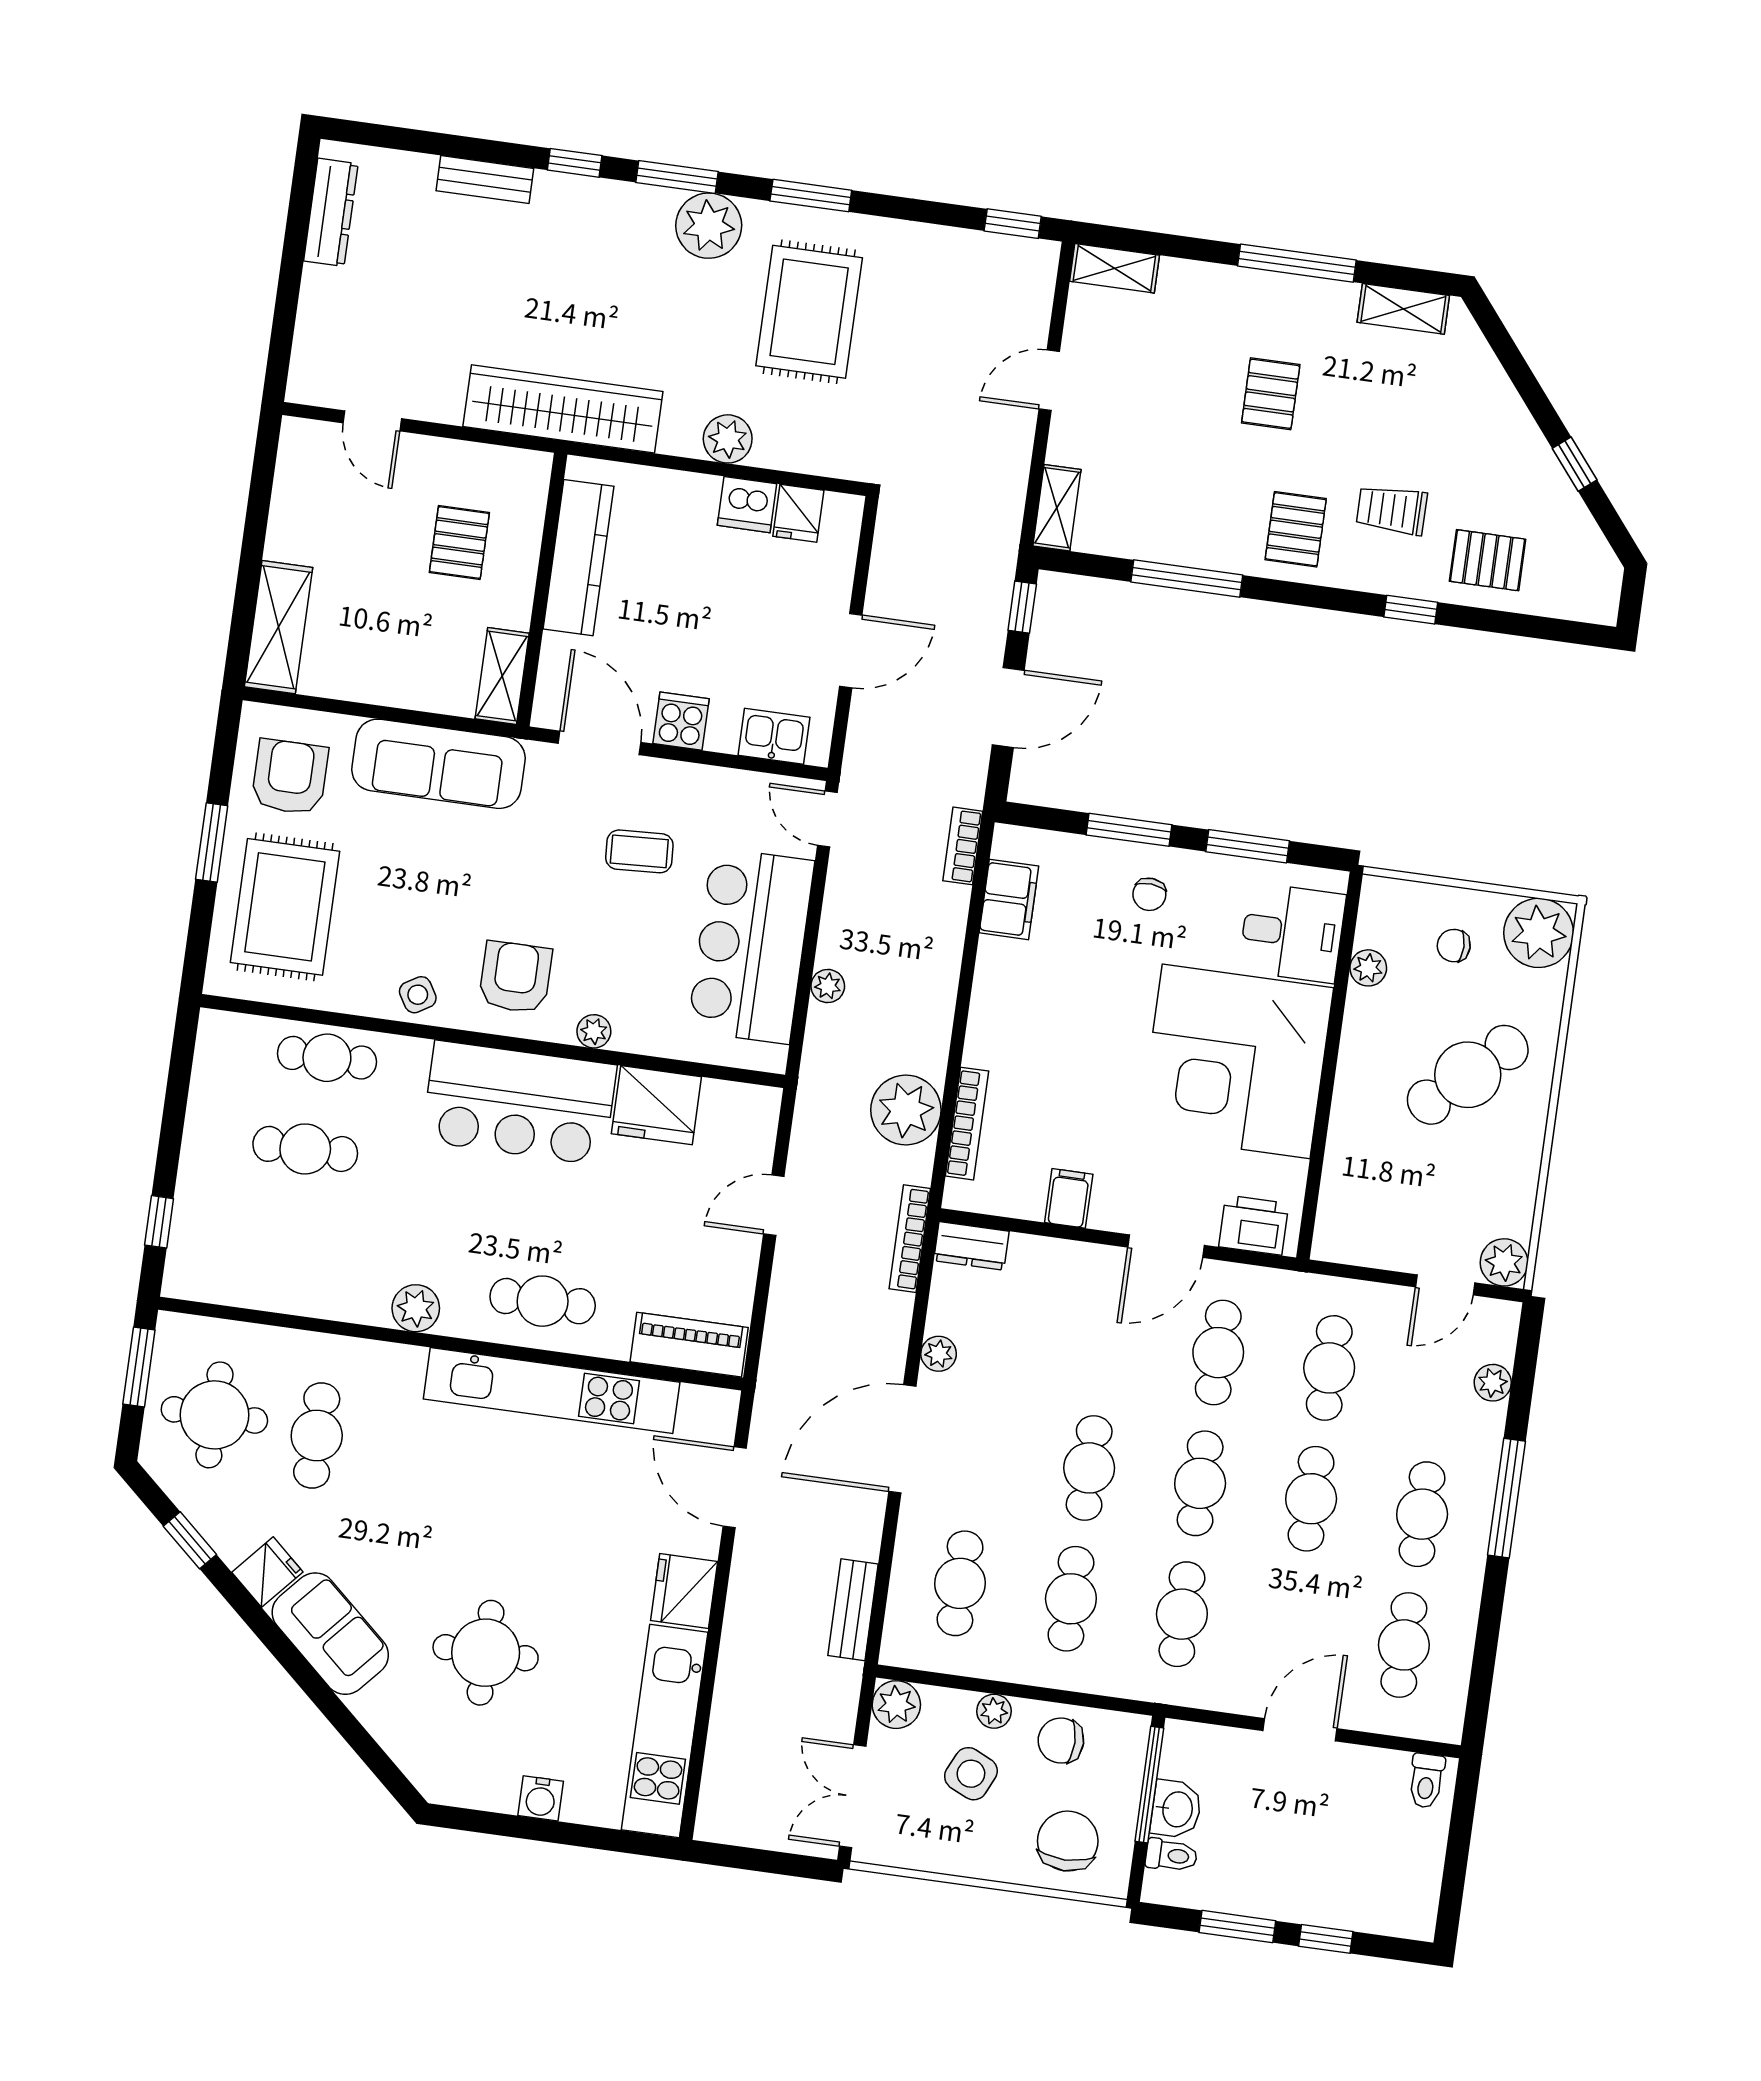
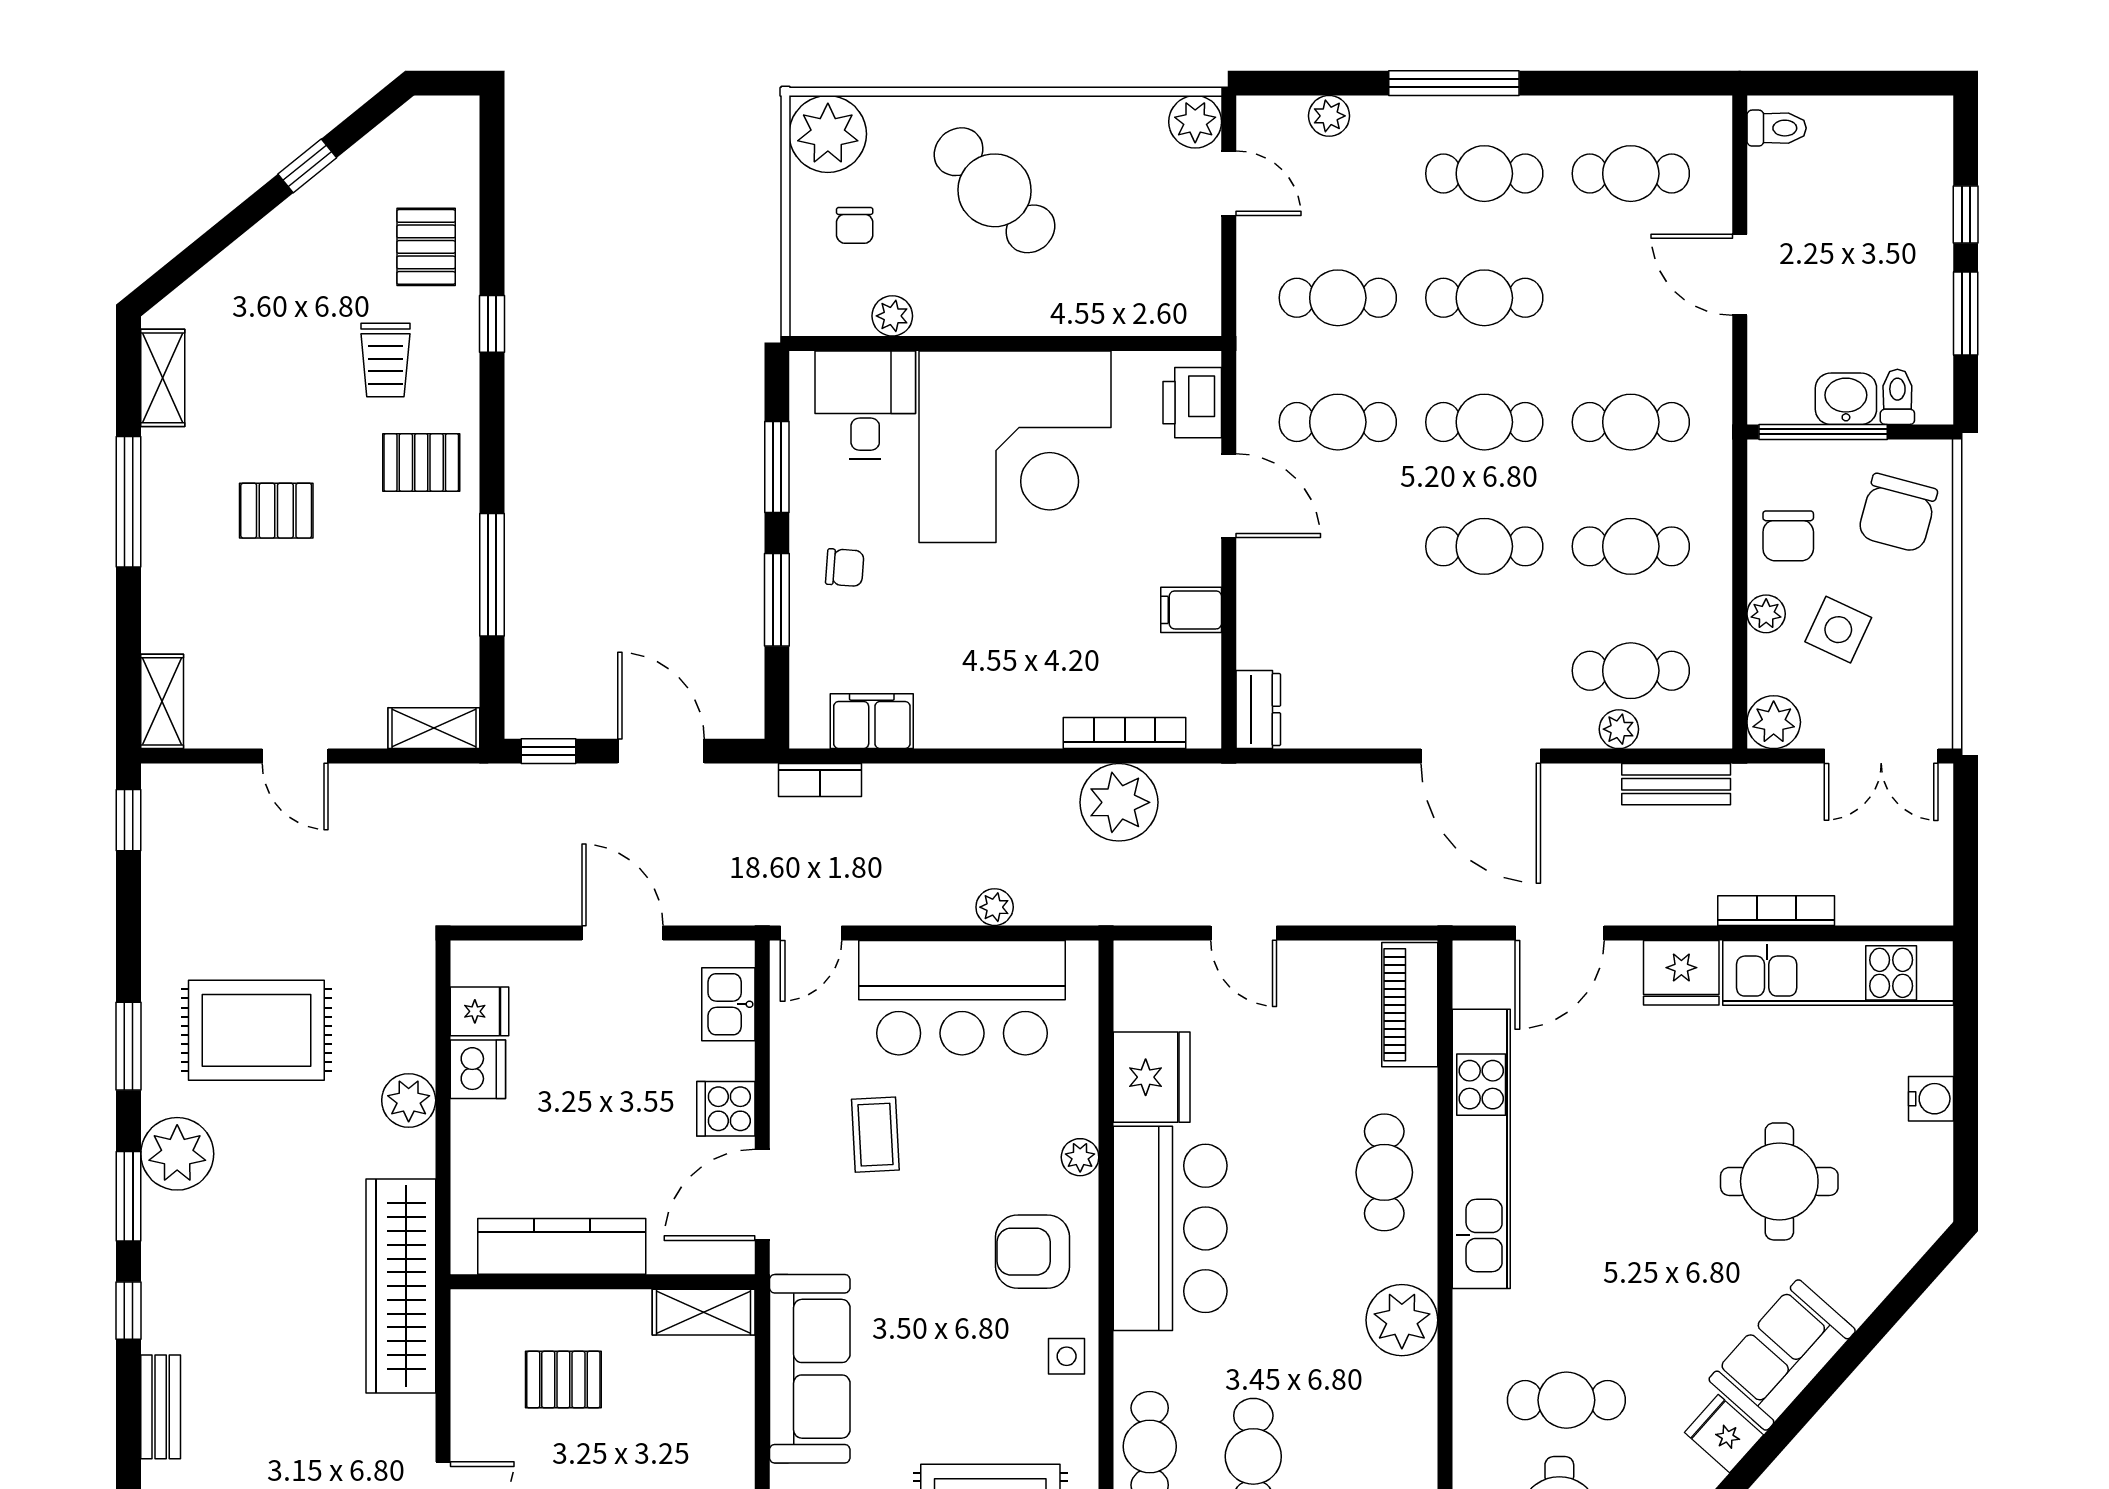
side table: (418, 995) -> (1067, 1356), turned 31
bookcase: (910, 1239) -> (1776, 911), moved, turned 180
plant: (416, 1308) -> (1402, 1320), width x1.36, depth x1.36
plant: (939, 1354) -> (1619, 729), moved
chair: (1068, 1841) -> (1898, 513), turned -75

